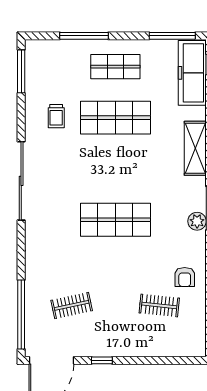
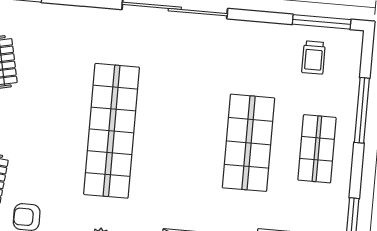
trolley: (56, 116) -> (314, 58), moved, turned -90
shop shelf: (115, 220) -> (112, 131), width x1.40

